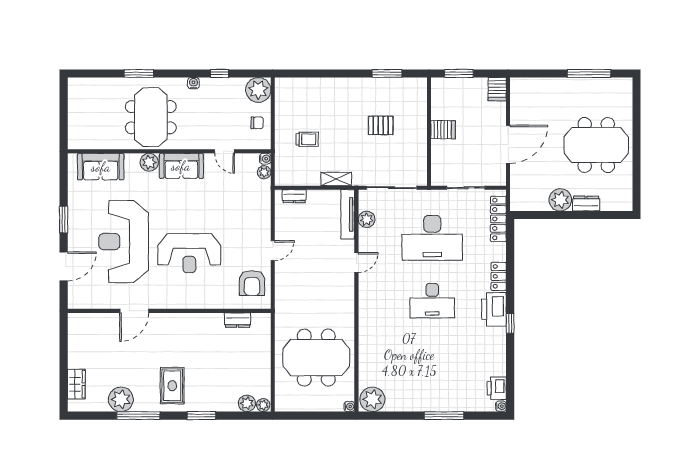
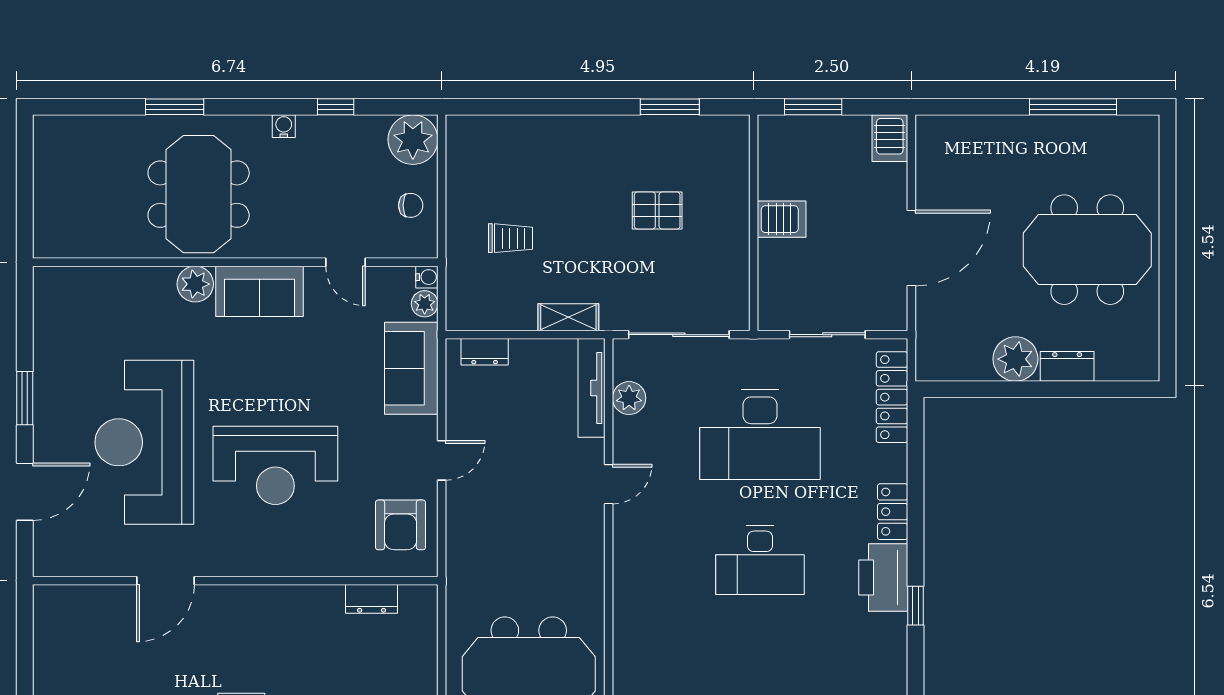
sofa: (101, 167) -> (411, 368), moved, turned 90

